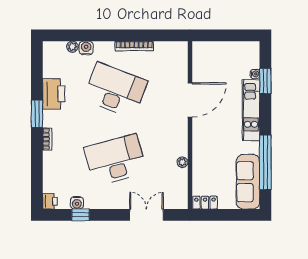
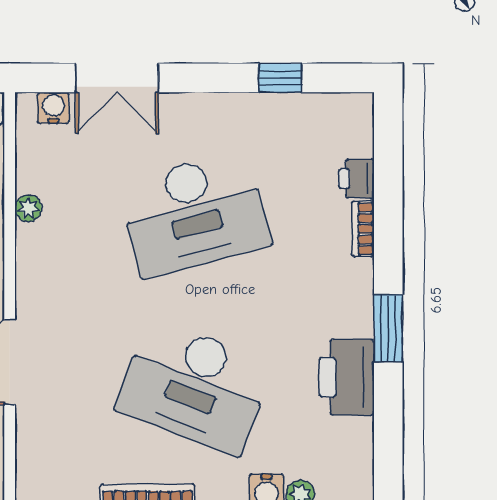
bookcase: (47, 139) -> (363, 229), moved
printer: (50, 201) -> (356, 179), moved
water cooler: (77, 203) -> (53, 108), moved

